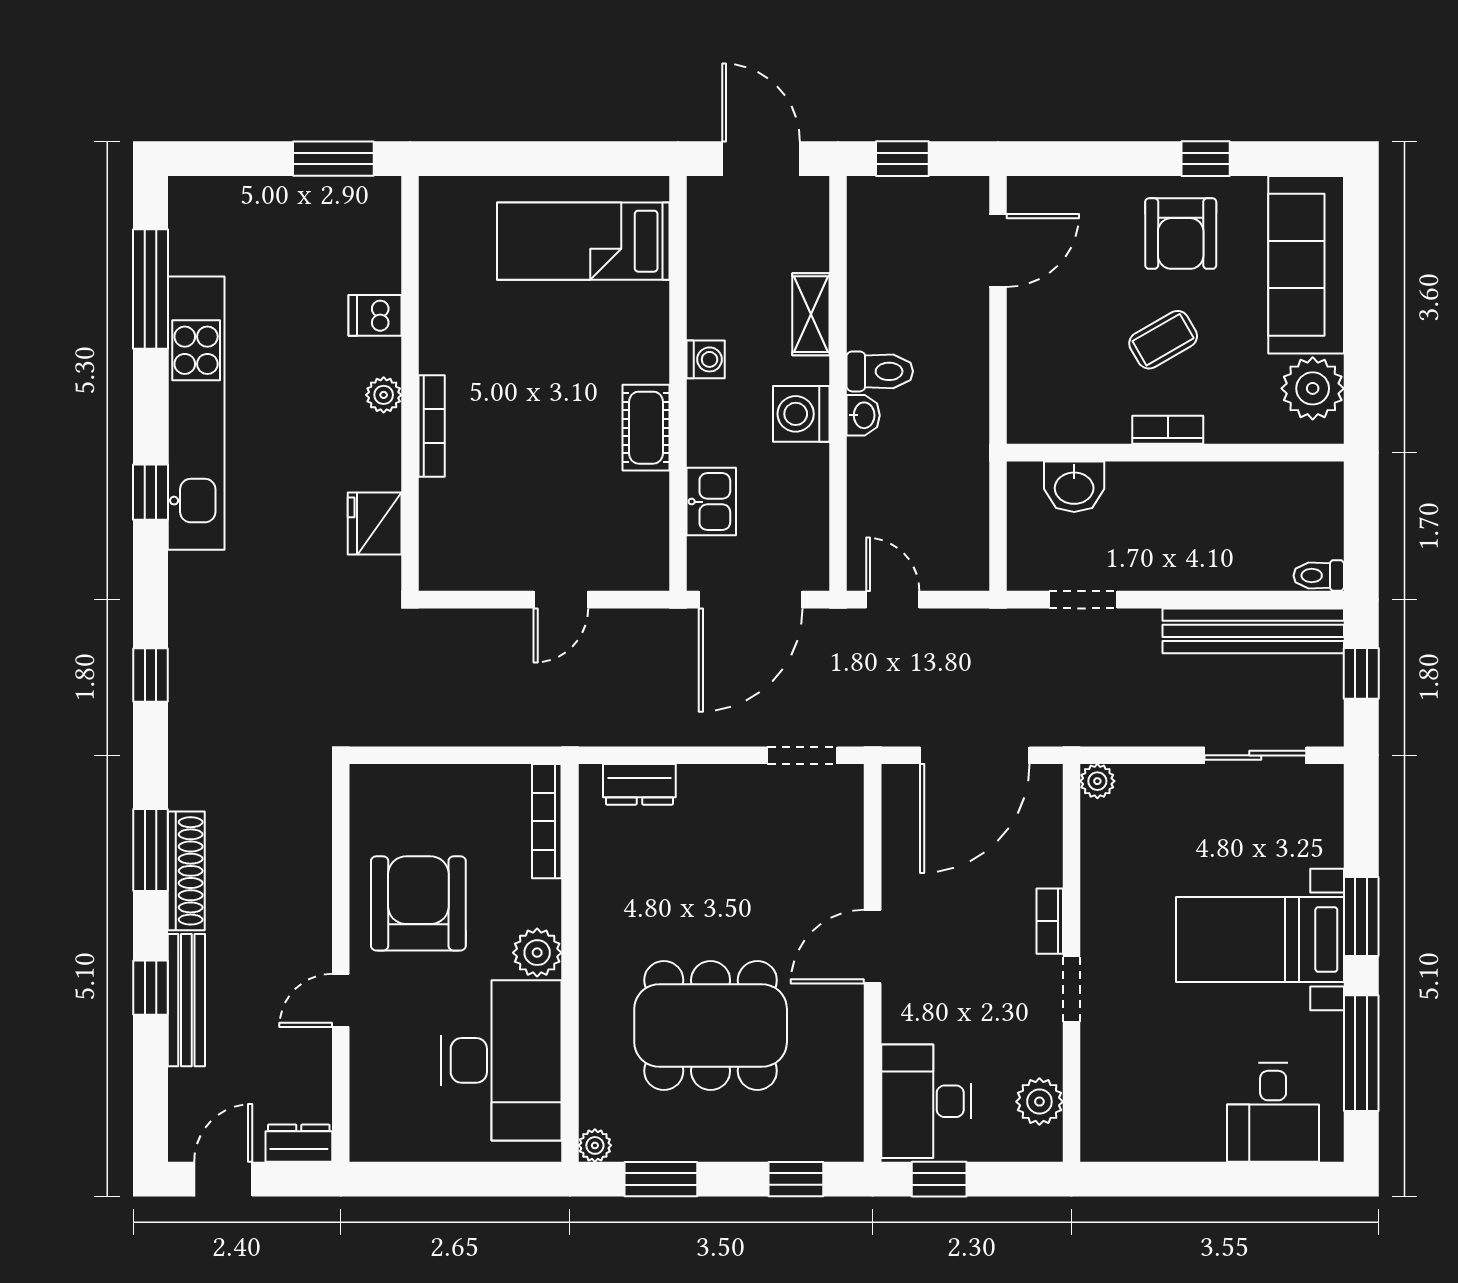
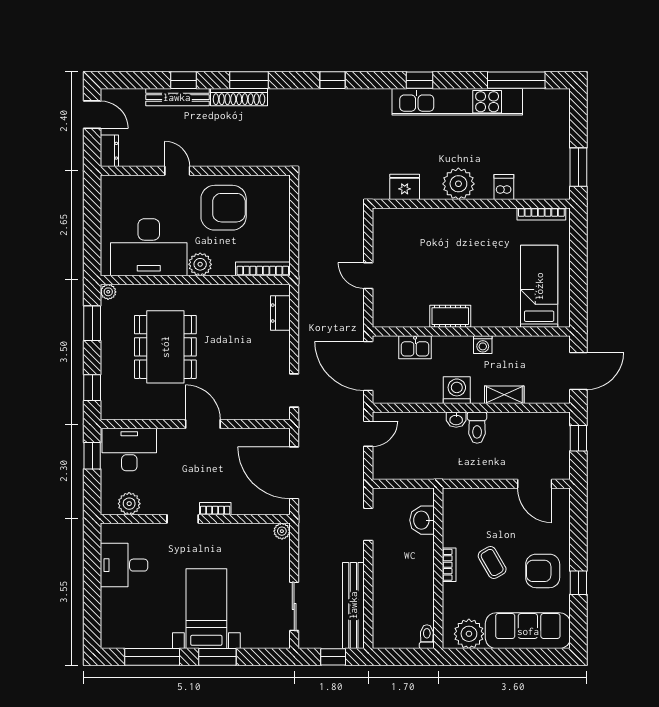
plant: (384, 395) -> (458, 184), width x1.87, depth x1.87
bookcase: (432, 426) -> (541, 214), moved
toilet: (1319, 576) -> (427, 637), moved
desk: (1273, 1112) -> (124, 565), moved

